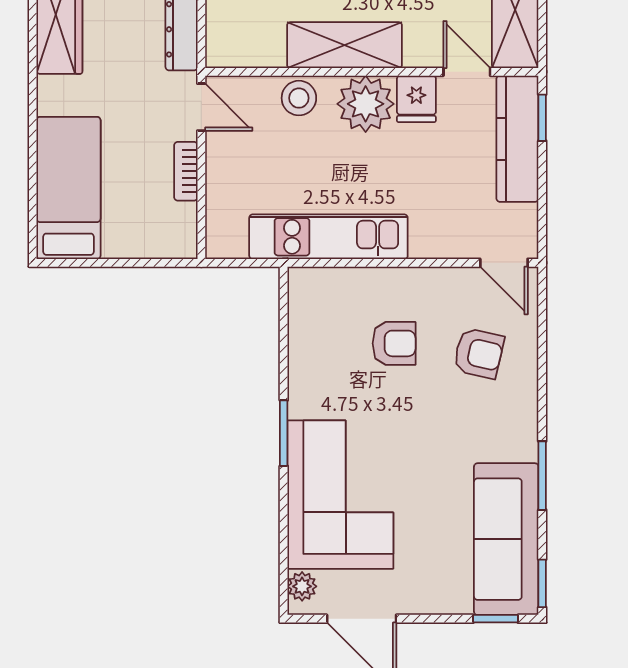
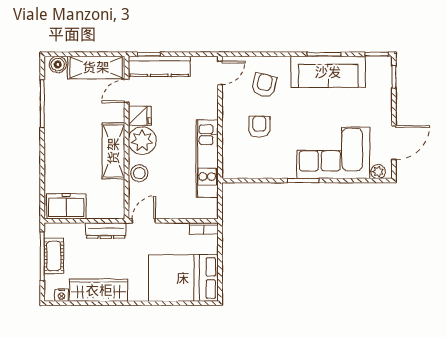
bookcase: (186, 171) -> (204, 228), moved
bed: (69, 188) -> (183, 278), width x1.50
sofa: (506, 539) -> (328, 72), moved

